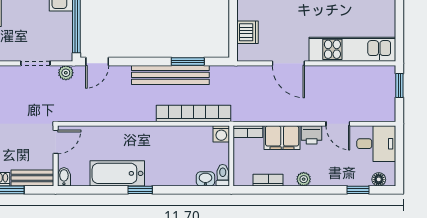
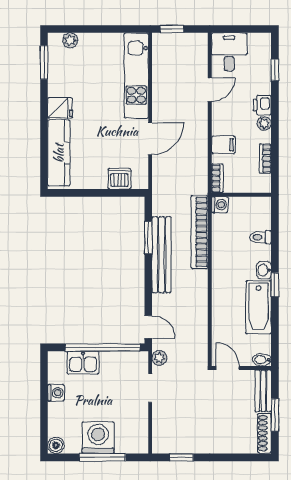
printer: (312, 135) -> (262, 105), moved, turned 180
filing cabinet: (282, 138) -> (223, 145), width x0.50
toilet: (223, 175) -> (260, 237), moved
washbasin: (205, 179) -> (264, 270), moved
floor lamp: (379, 179) -> (264, 49), removed

